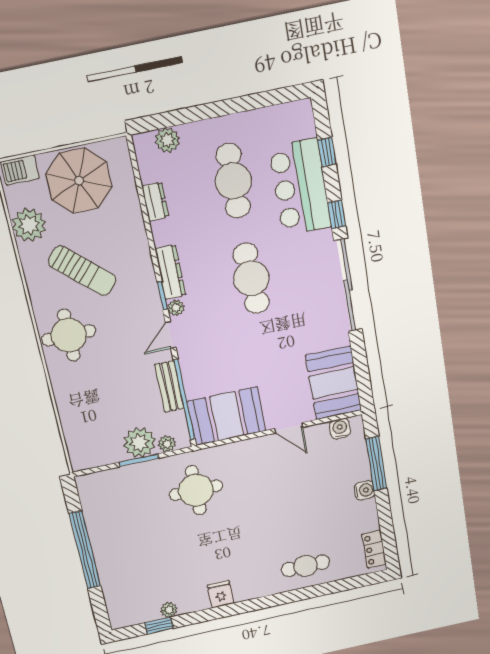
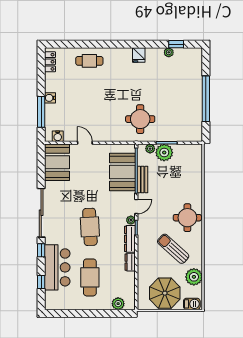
dresser: (155, 202) -> (130, 262), moved
booth: (227, 416) -> (122, 172), moved, turned 90

